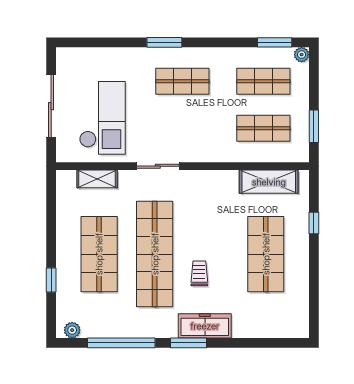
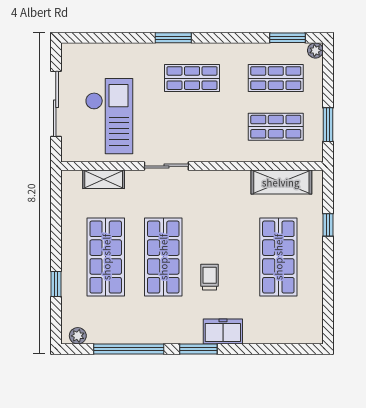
shop shelf: (155, 254) -> (163, 257), width x0.71
freezer: (205, 326) -> (223, 331), width x0.71

